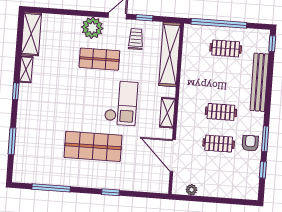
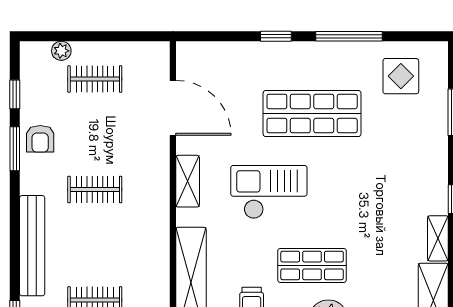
checkout: (121, 103) -> (269, 192), turned 90
clothes rail: (219, 144) -> (95, 79), moved
display table: (41, 164) -> (401, 76), added
window: (51, 188) -> (349, 36), moved
plant: (191, 190) -> (61, 51), moved

